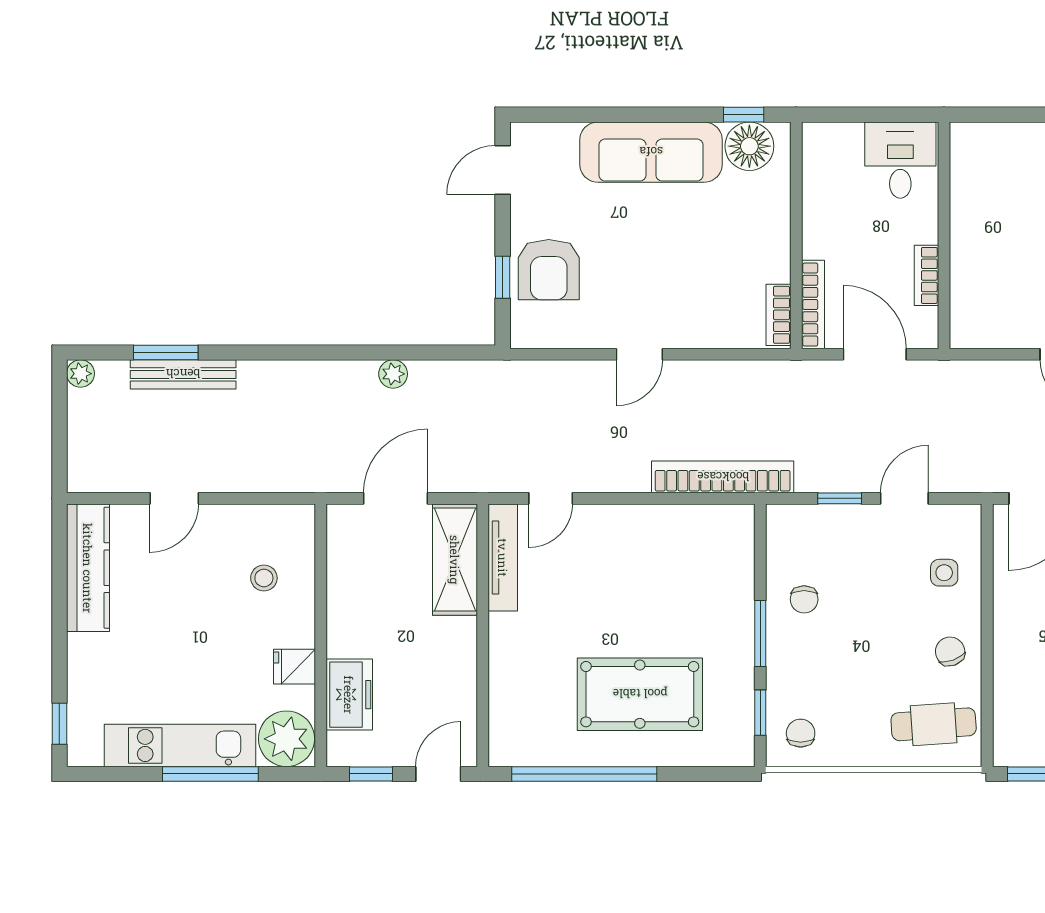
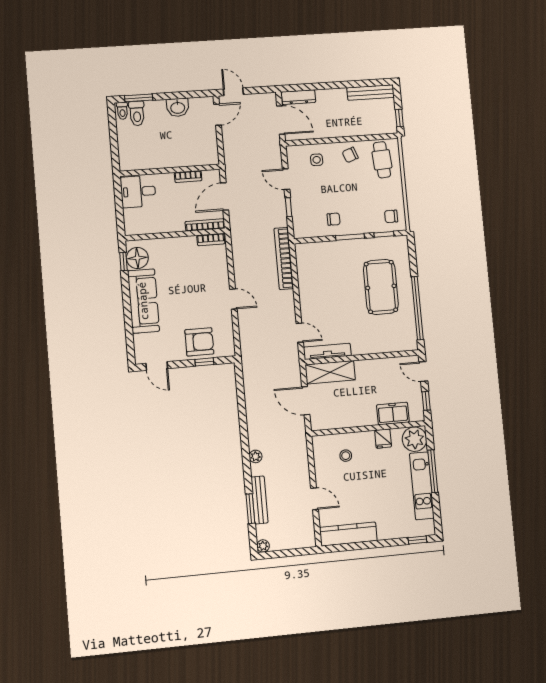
plant: (393, 374) -> (256, 456), moved

